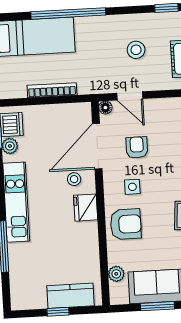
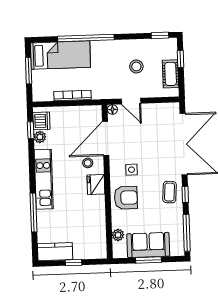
armchair: (137, 147) -> (135, 140), removed
kitchen counter: (70, 296) -> (55, 252), moved

